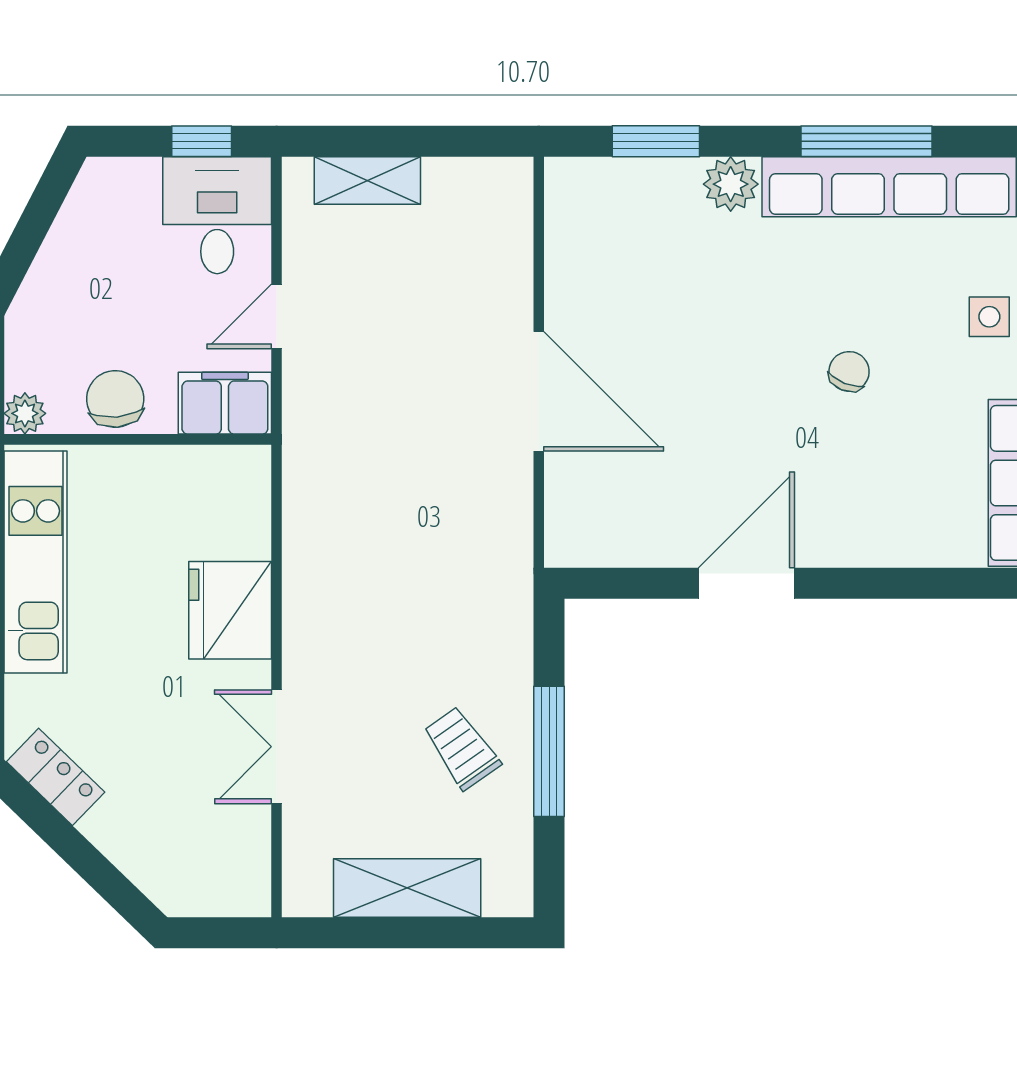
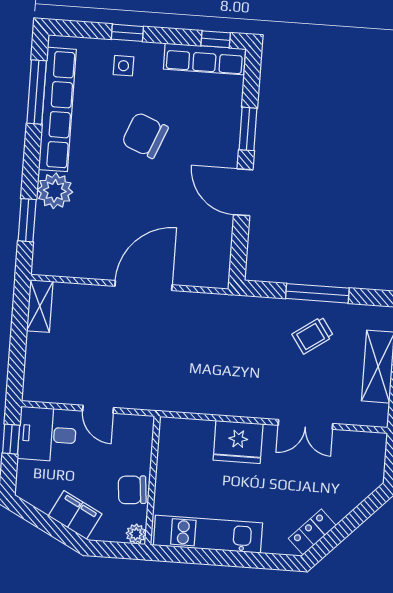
window: (867, 141) -> (37, 92), moved
shelving: (367, 181) -> (40, 306), moved
plant: (731, 184) -> (55, 191), width x1.36, depth x1.36
chair: (849, 371) -> (145, 135), width x1.87, depth x1.87
filing cabinet: (225, 403) -> (75, 515), moved, turned 117
window: (878, 583) -> (248, 129), added

